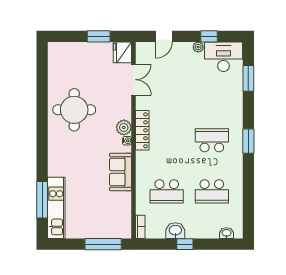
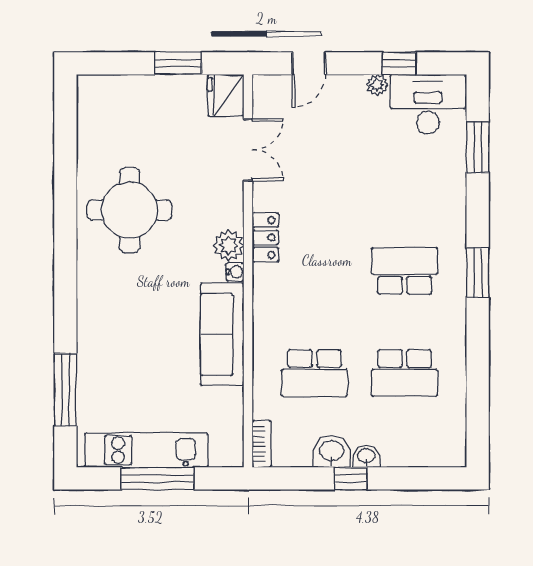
locker: (142, 130) -> (265, 237), width x0.66
sofa: (121, 172) -> (222, 334), width x1.36
kitchen unit: (56, 208) -> (146, 450), moved, turned -90
washbasin: (227, 233) -> (366, 456), moved
window: (103, 244) -> (158, 478), moved

